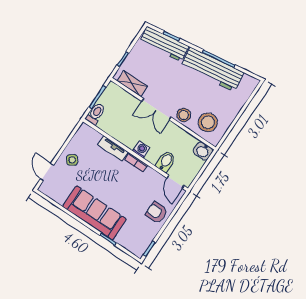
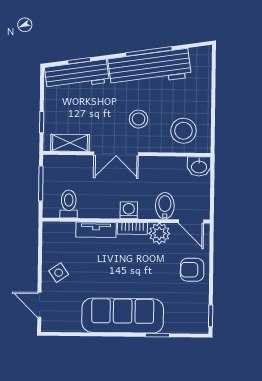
toilet: (95, 114) -> (69, 204), moved
stool: (184, 115) -> (139, 119), moved
plant: (151, 177) -> (159, 233), added

